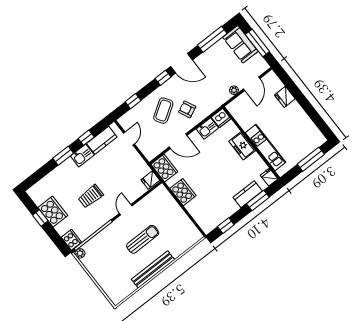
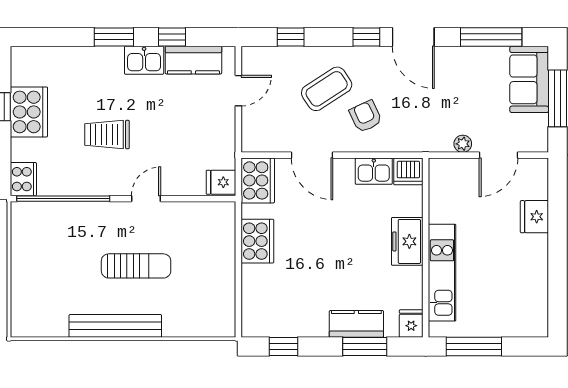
window: (311, 159) -> (474, 347), moved
plant: (80, 253) -> (20, 211), removed

